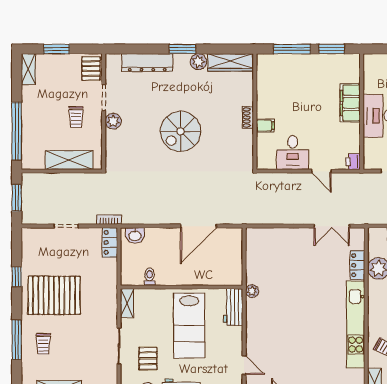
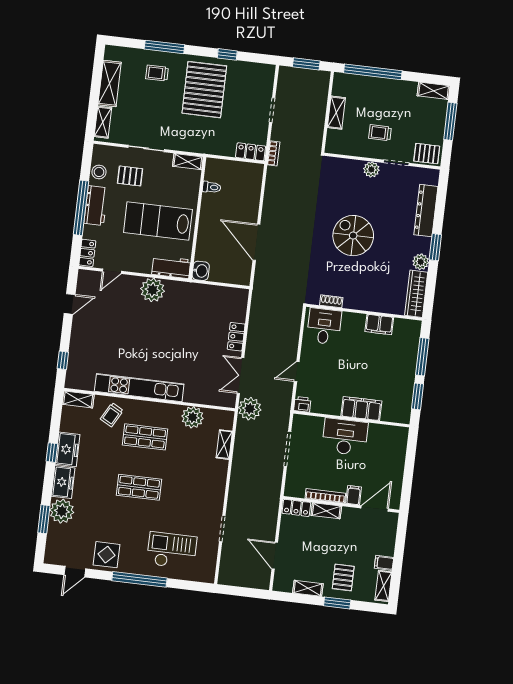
window: (56, 49) -> (450, 121), width x1.44
shoe rack: (248, 117) -> (331, 301), moved
filing cabinet: (265, 126) -> (379, 324), moved, width x2.00
desk: (293, 152) -> (324, 326), moved, turned 90
shelving: (69, 160) -> (336, 113), width x0.67, depth x0.75
plant: (363, 213) -> (250, 409), added
washbasin: (135, 235) -> (201, 271), moved, turned 180
locker: (357, 265) -> (236, 337), moved, turned -90
plant: (252, 291) -> (153, 290), moved, width x1.88, depth x1.88

